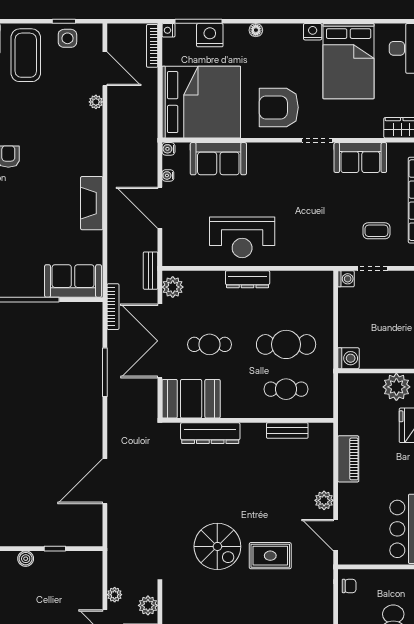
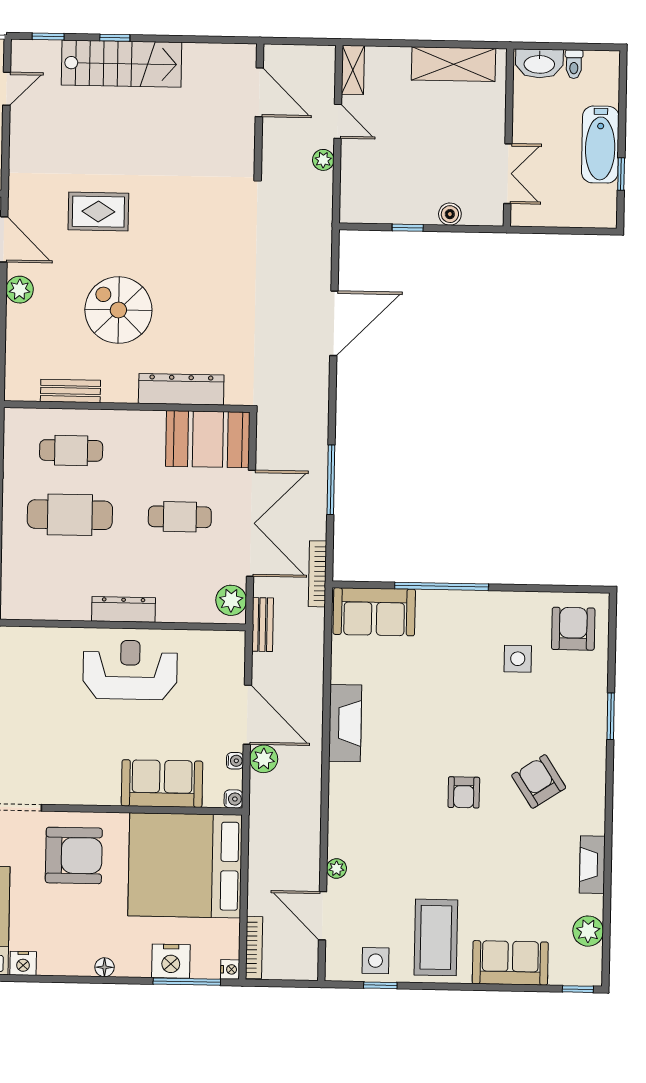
spiral stairs: (217, 546) -> (118, 310), moved
plant: (148, 605) -> (264, 759), moved

